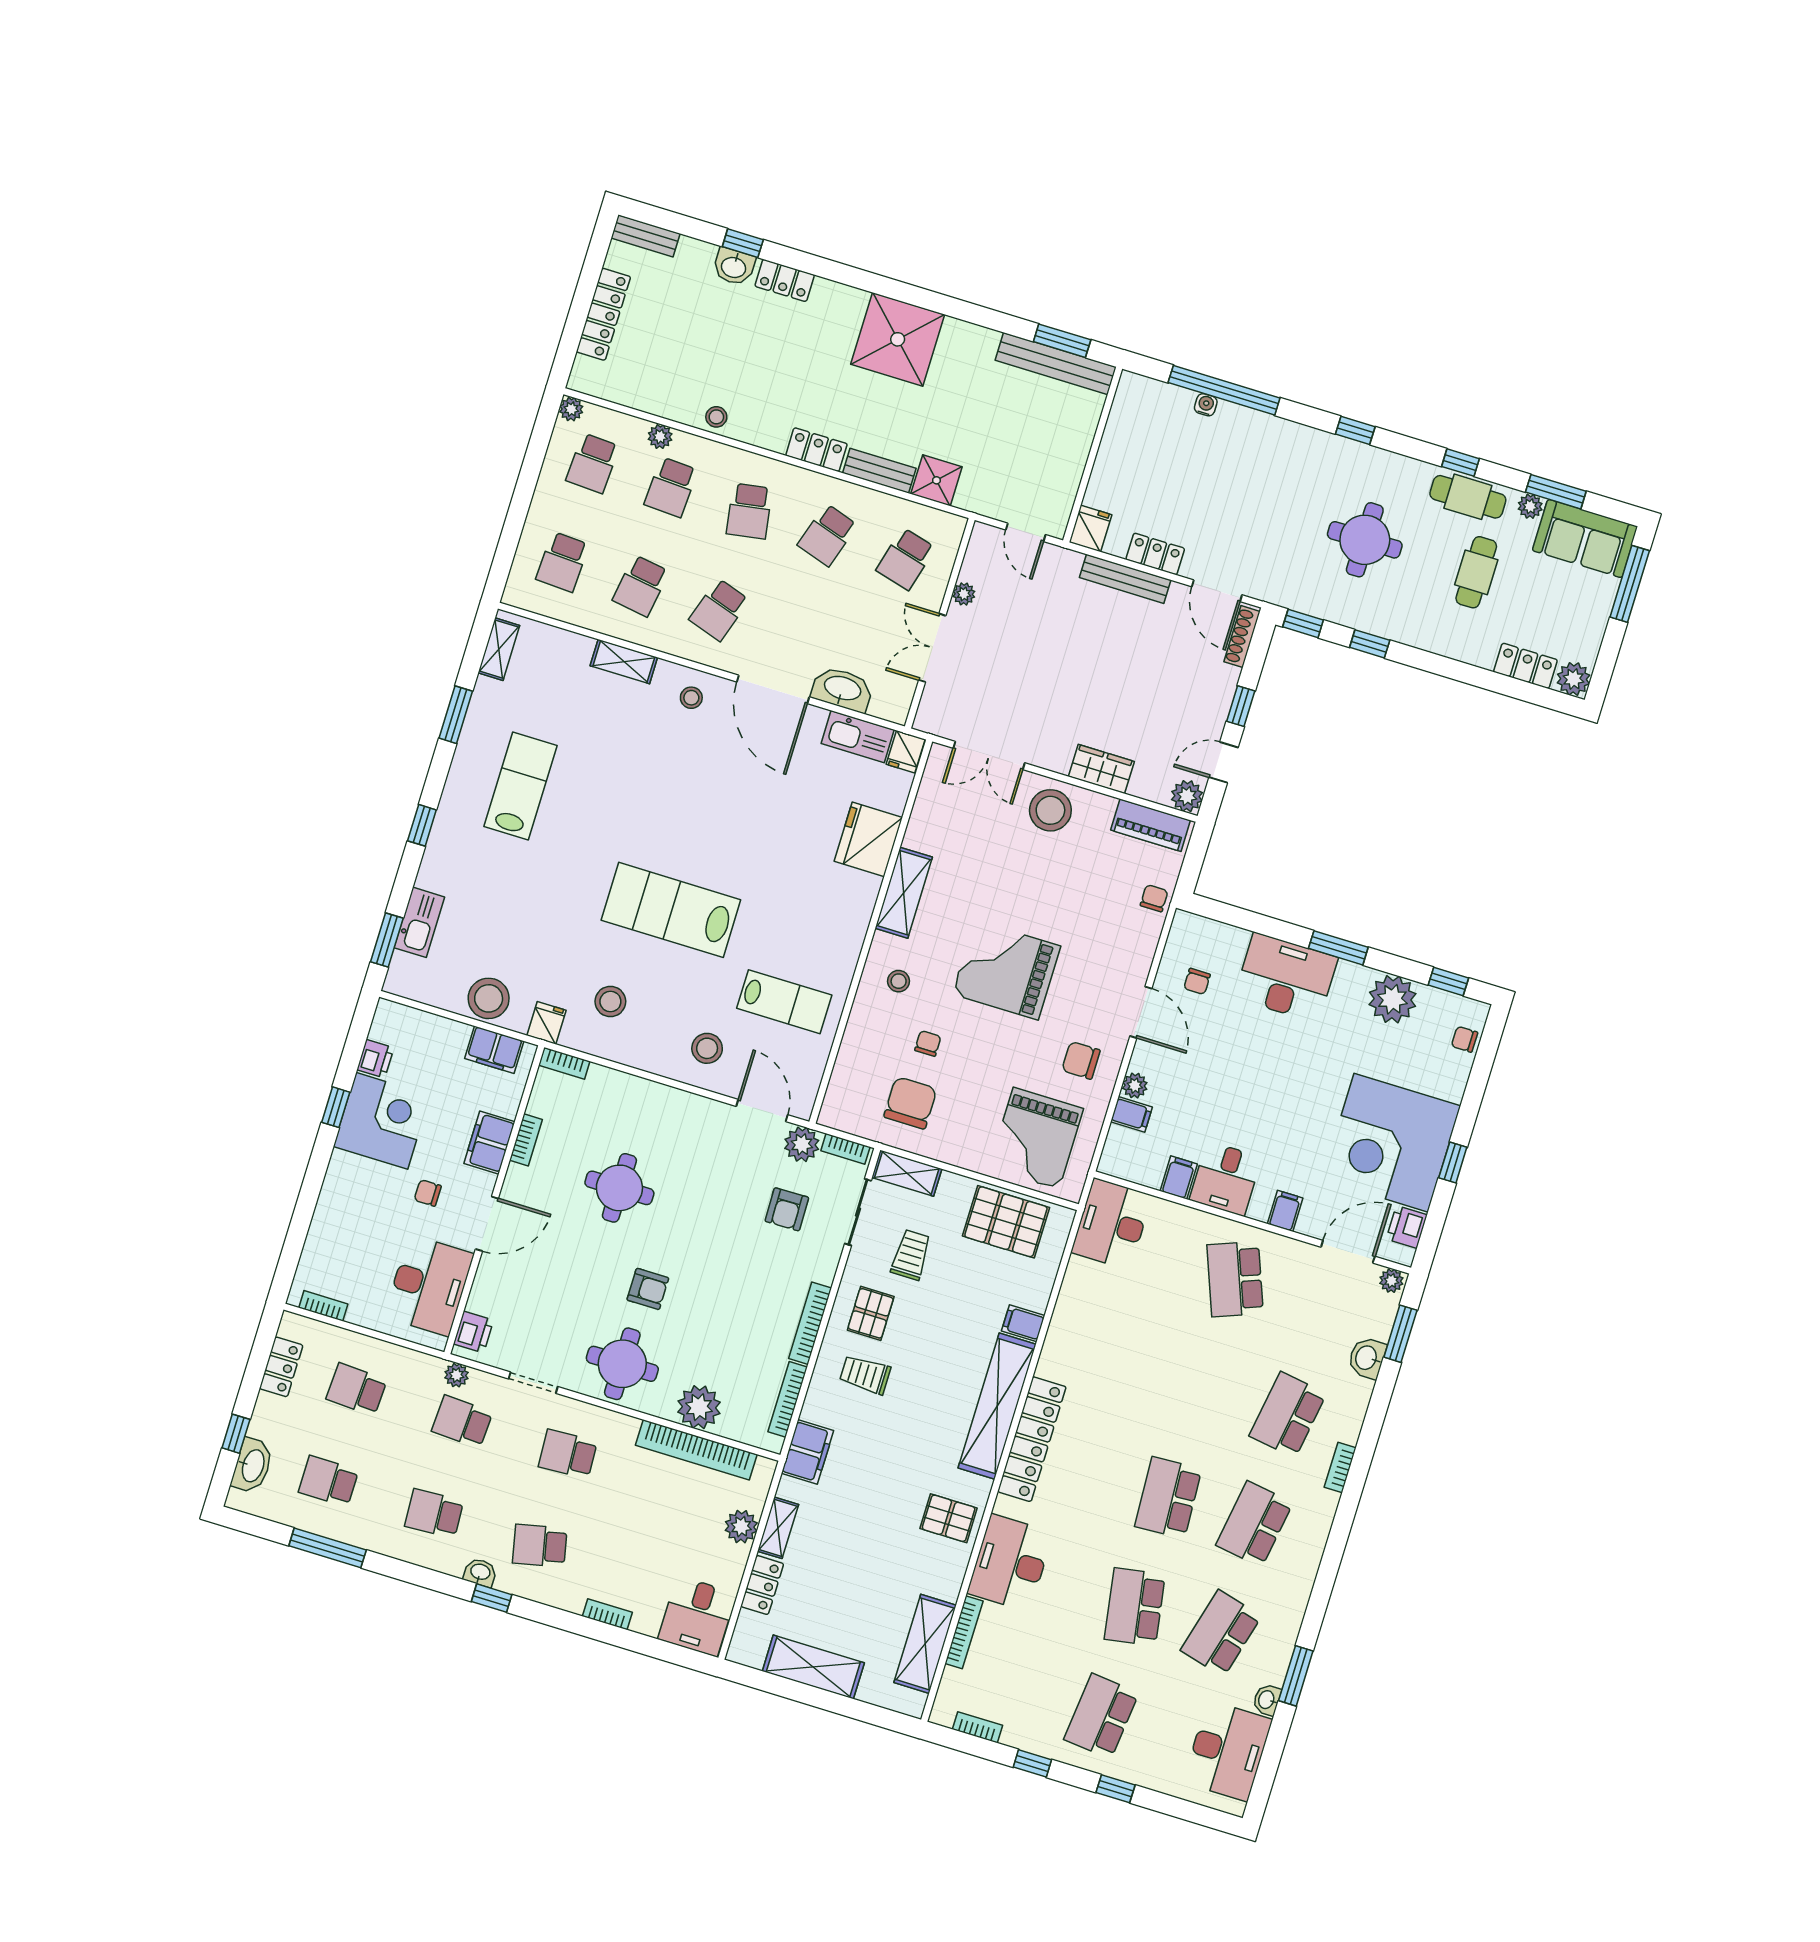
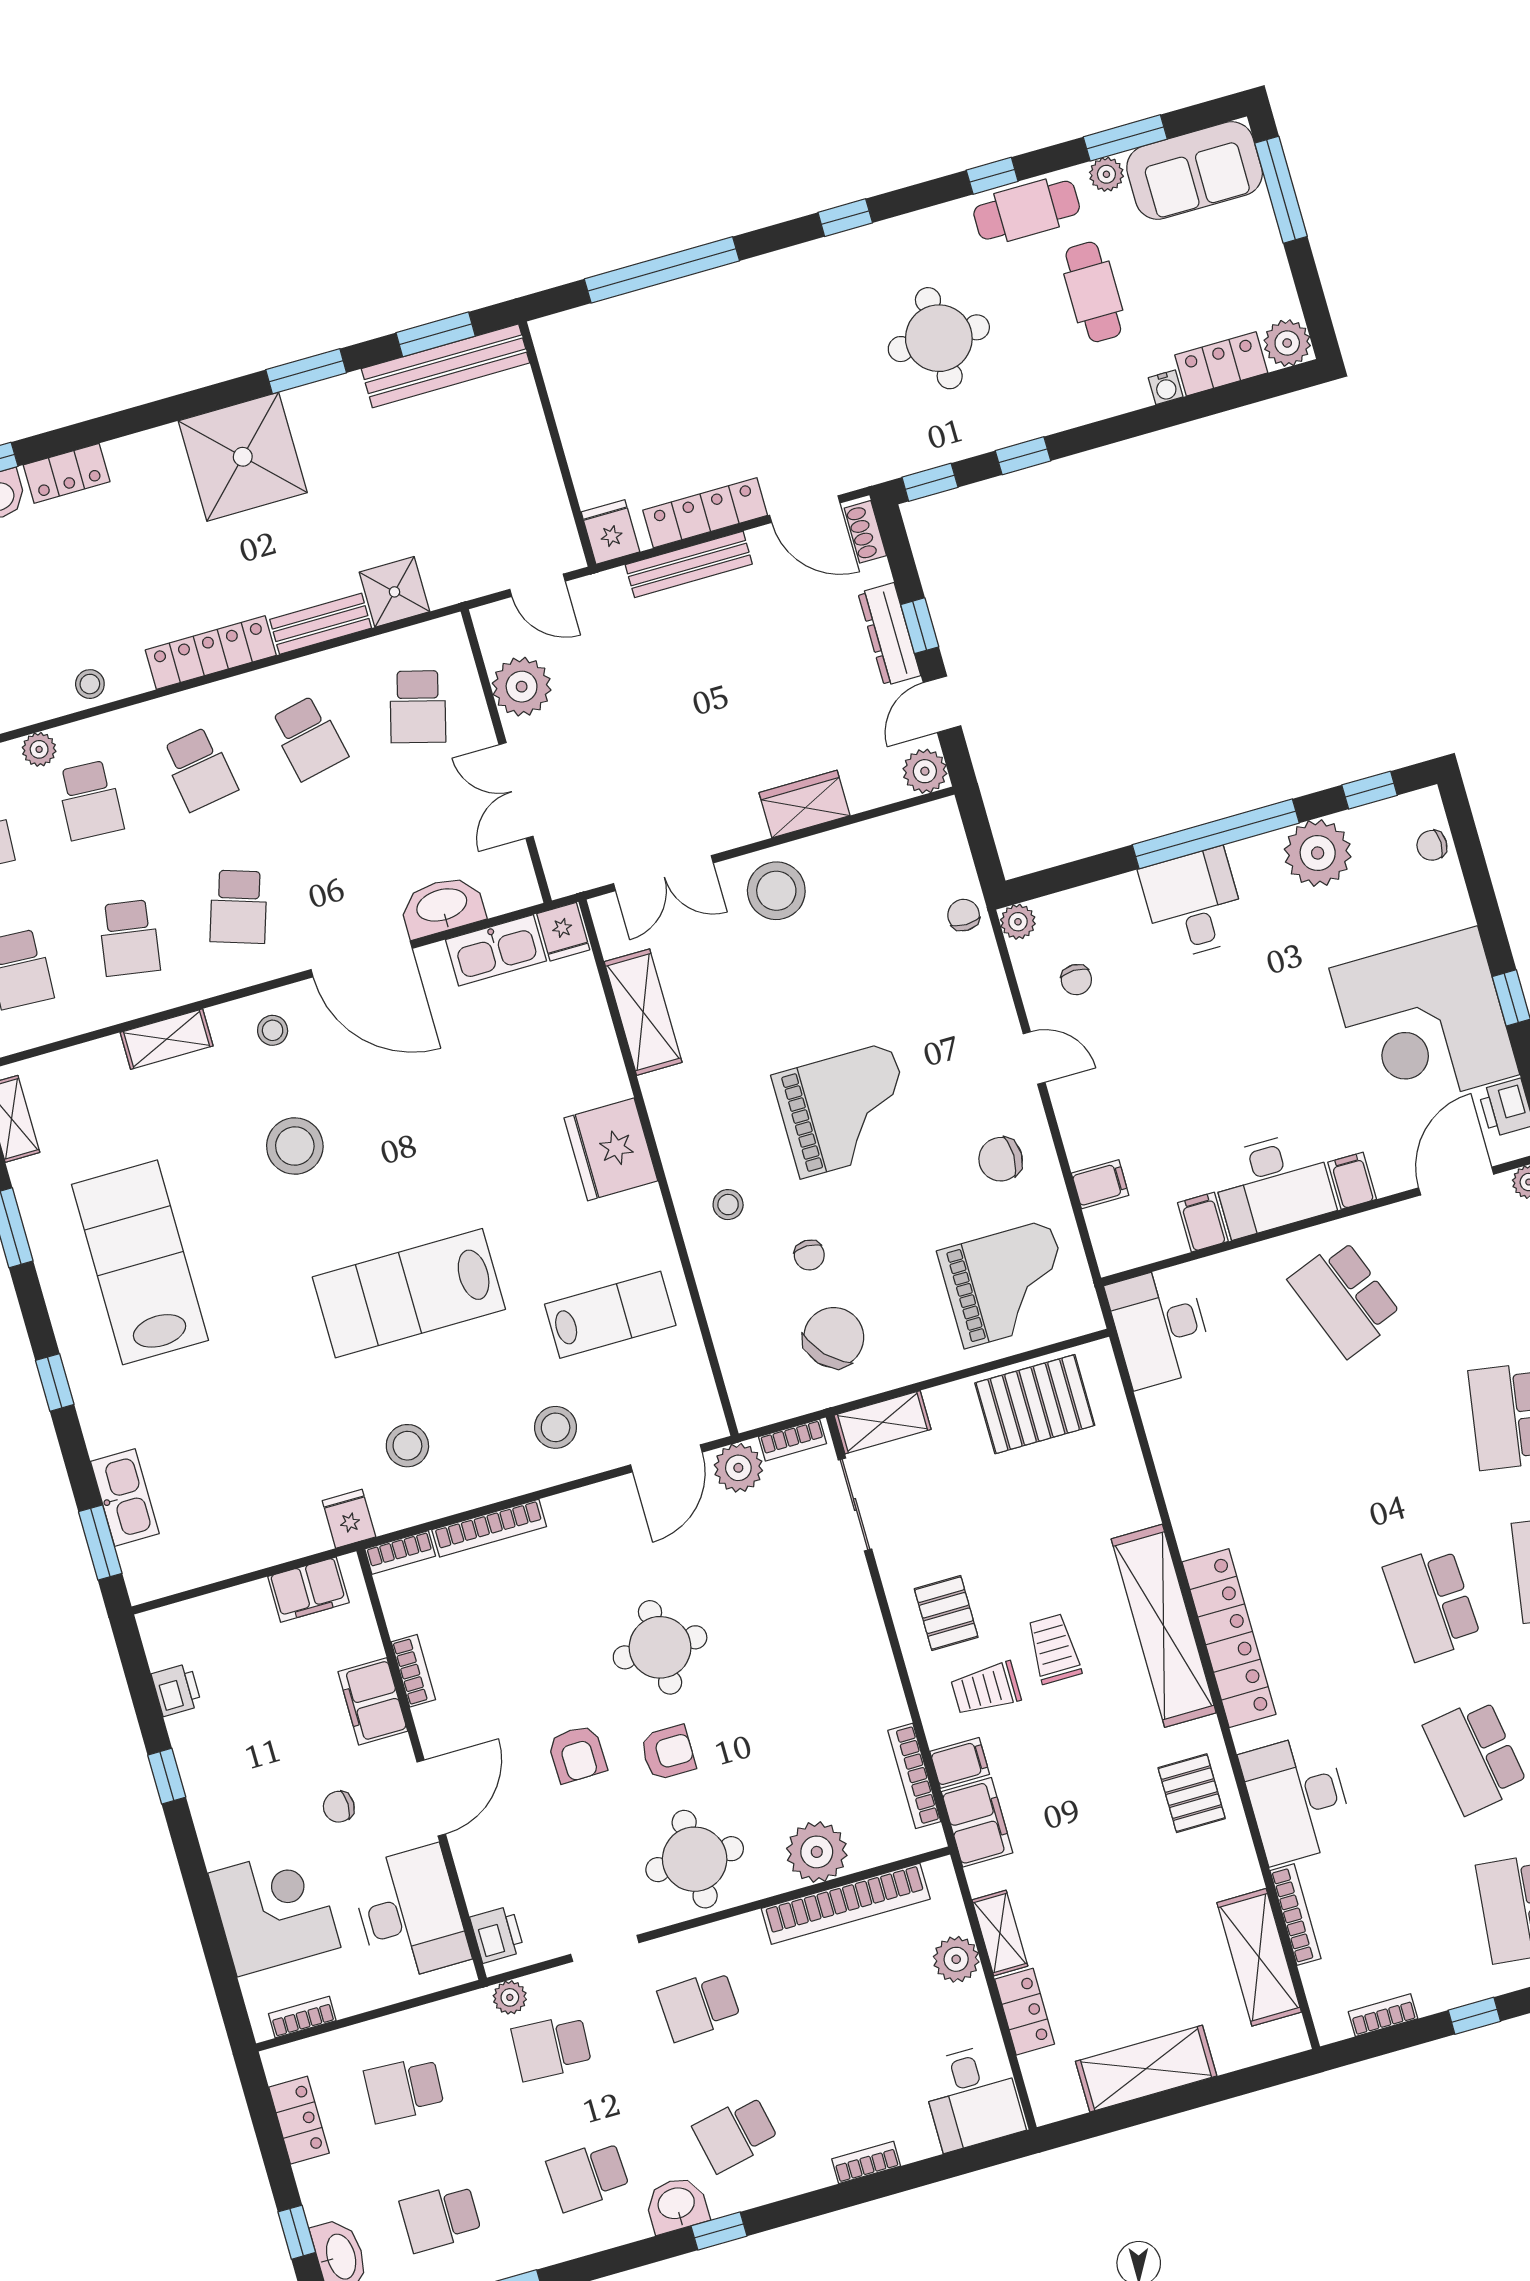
window: (969, 312) -> (306, 371), added
water cooler: (1206, 405) -> (1166, 387), moved, turned 180
locker: (816, 450) -> (211, 653), width x1.53
school desk: (827, 535) -> (309, 738), turned -30
locker: (1155, 554) -> (705, 513), width x1.53
plant: (964, 594) -> (522, 687), width x1.88, depth x1.88
shoe rack: (1242, 637) -> (865, 532), width x0.70
dresser: (1219, 699) -> (889, 634), added
lab bench: (520, 786) -> (140, 1262), width x1.36, depth x1.39
piano: (1150, 825) -> (904, 833), removed
fridge: (868, 839) -> (611, 1149), moved
shelving: (904, 893) -> (643, 1012), moved
window: (1338, 948) -> (1216, 834), width x2.11
grand piano: (1006, 970) -> (845, 1110), turned 180
desk: (1286, 978) -> (1193, 904), width x0.73
stool: (489, 998) -> (295, 1146), moved
door: (1141, 1012) -> (1034, 1058), width x0.73
chair: (928, 1043) -> (809, 1255), turned 180
plant: (1135, 1086) -> (1018, 922), moved
chair: (910, 1103) -> (834, 1337), turned 47
door: (762, 1111) -> (666, 1458), swing flipped
corner desk: (382, 1121) -> (274, 1910), moved
grand piano: (1036, 1138) -> (1007, 1284), turned -90
desk: (1226, 1179) -> (1273, 1184), width x1.37
round table: (619, 1188) -> (660, 1647), moved
armchair: (787, 1209) -> (577, 1754), moved
trolley: (911, 1255) -> (1054, 1649), moved
bookcase: (810, 1323) -> (489, 1528), moved, turned -90
filing cabinet: (1023, 1323) -> (960, 1763), moved, turned 180
pallet: (949, 1518) -> (1192, 1793), turned 90
washbasin: (480, 1572) -> (677, 2205), width x1.38, depth x1.45

